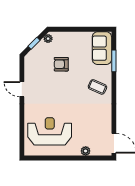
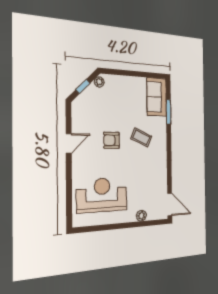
armchair: (61, 64) -> (112, 140), moved
coffee table: (97, 87) -> (141, 137), moved
door: (22, 89) -> (69, 143), swing flipped

